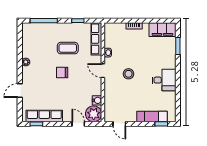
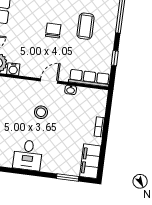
coffee table: (68, 48) -> (86, 26), moved

